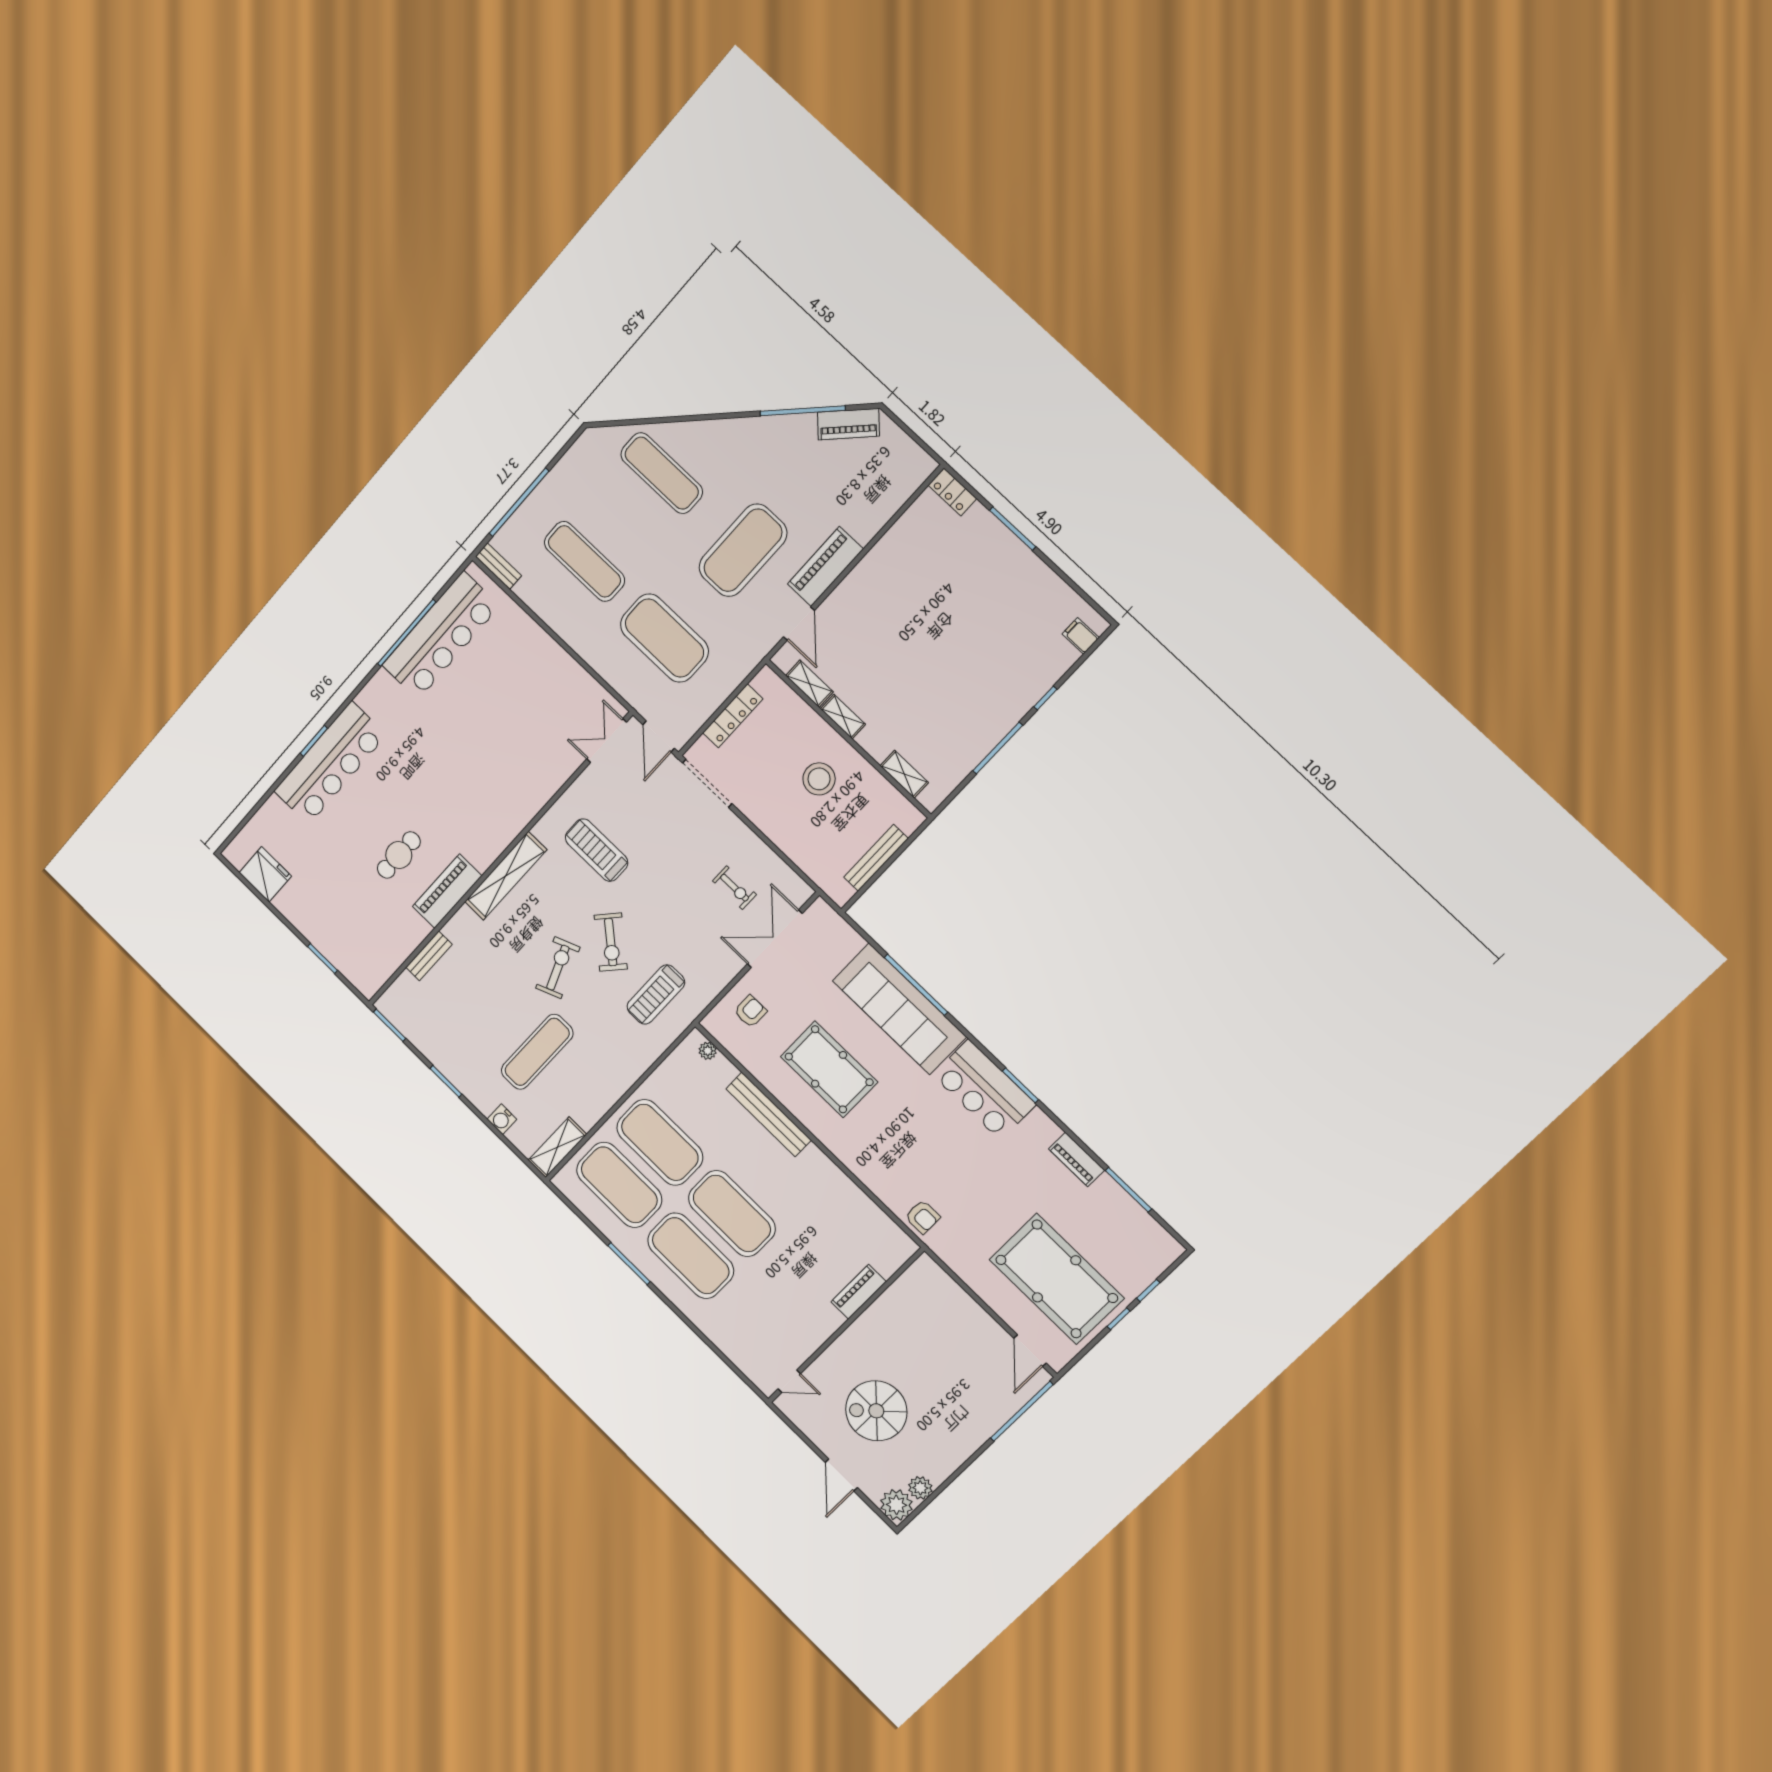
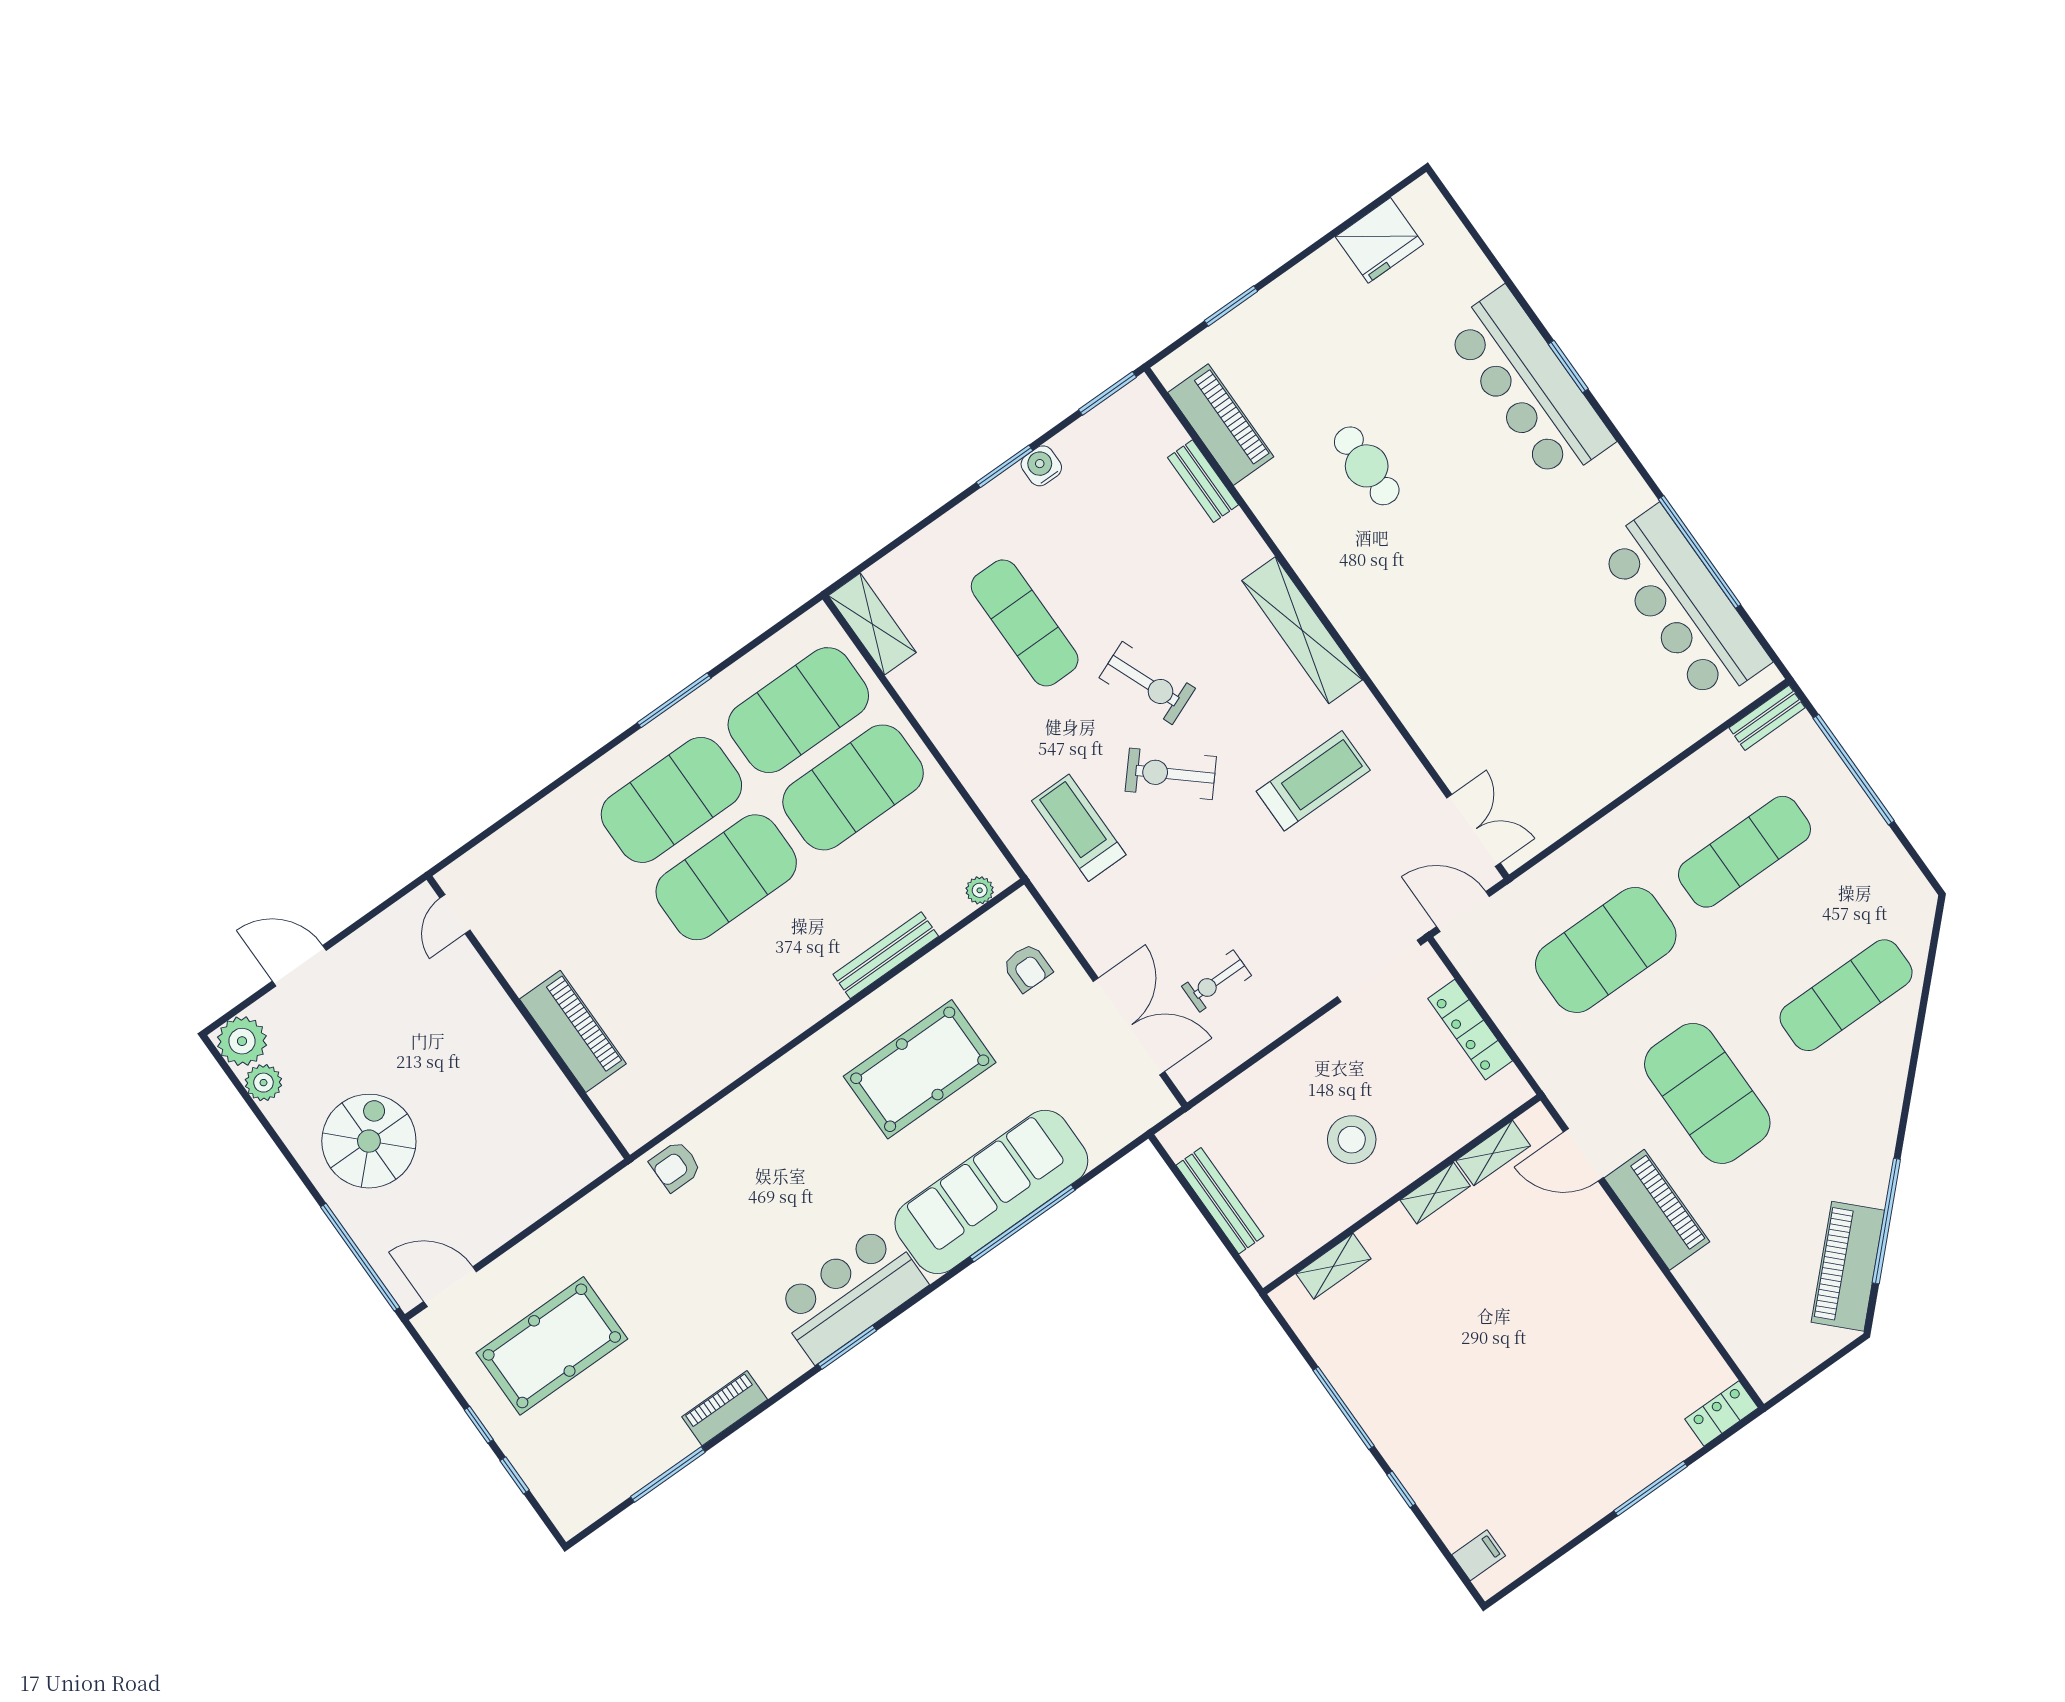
piano: (848, 424) -> (1848, 1266), width x1.37, depth x1.33
piano: (447, 891) -> (1221, 425), moved
bench: (769, 1114) -> (886, 955), width x0.73, depth x0.82
water cooler: (502, 1119) -> (1041, 466), moved
pool table: (1057, 1279) -> (552, 1346), width x0.73, depth x0.76
piano: (859, 1292) -> (573, 1031), width x1.37, depth x1.33
spiral stairs: (876, 1411) -> (369, 1141), moved

